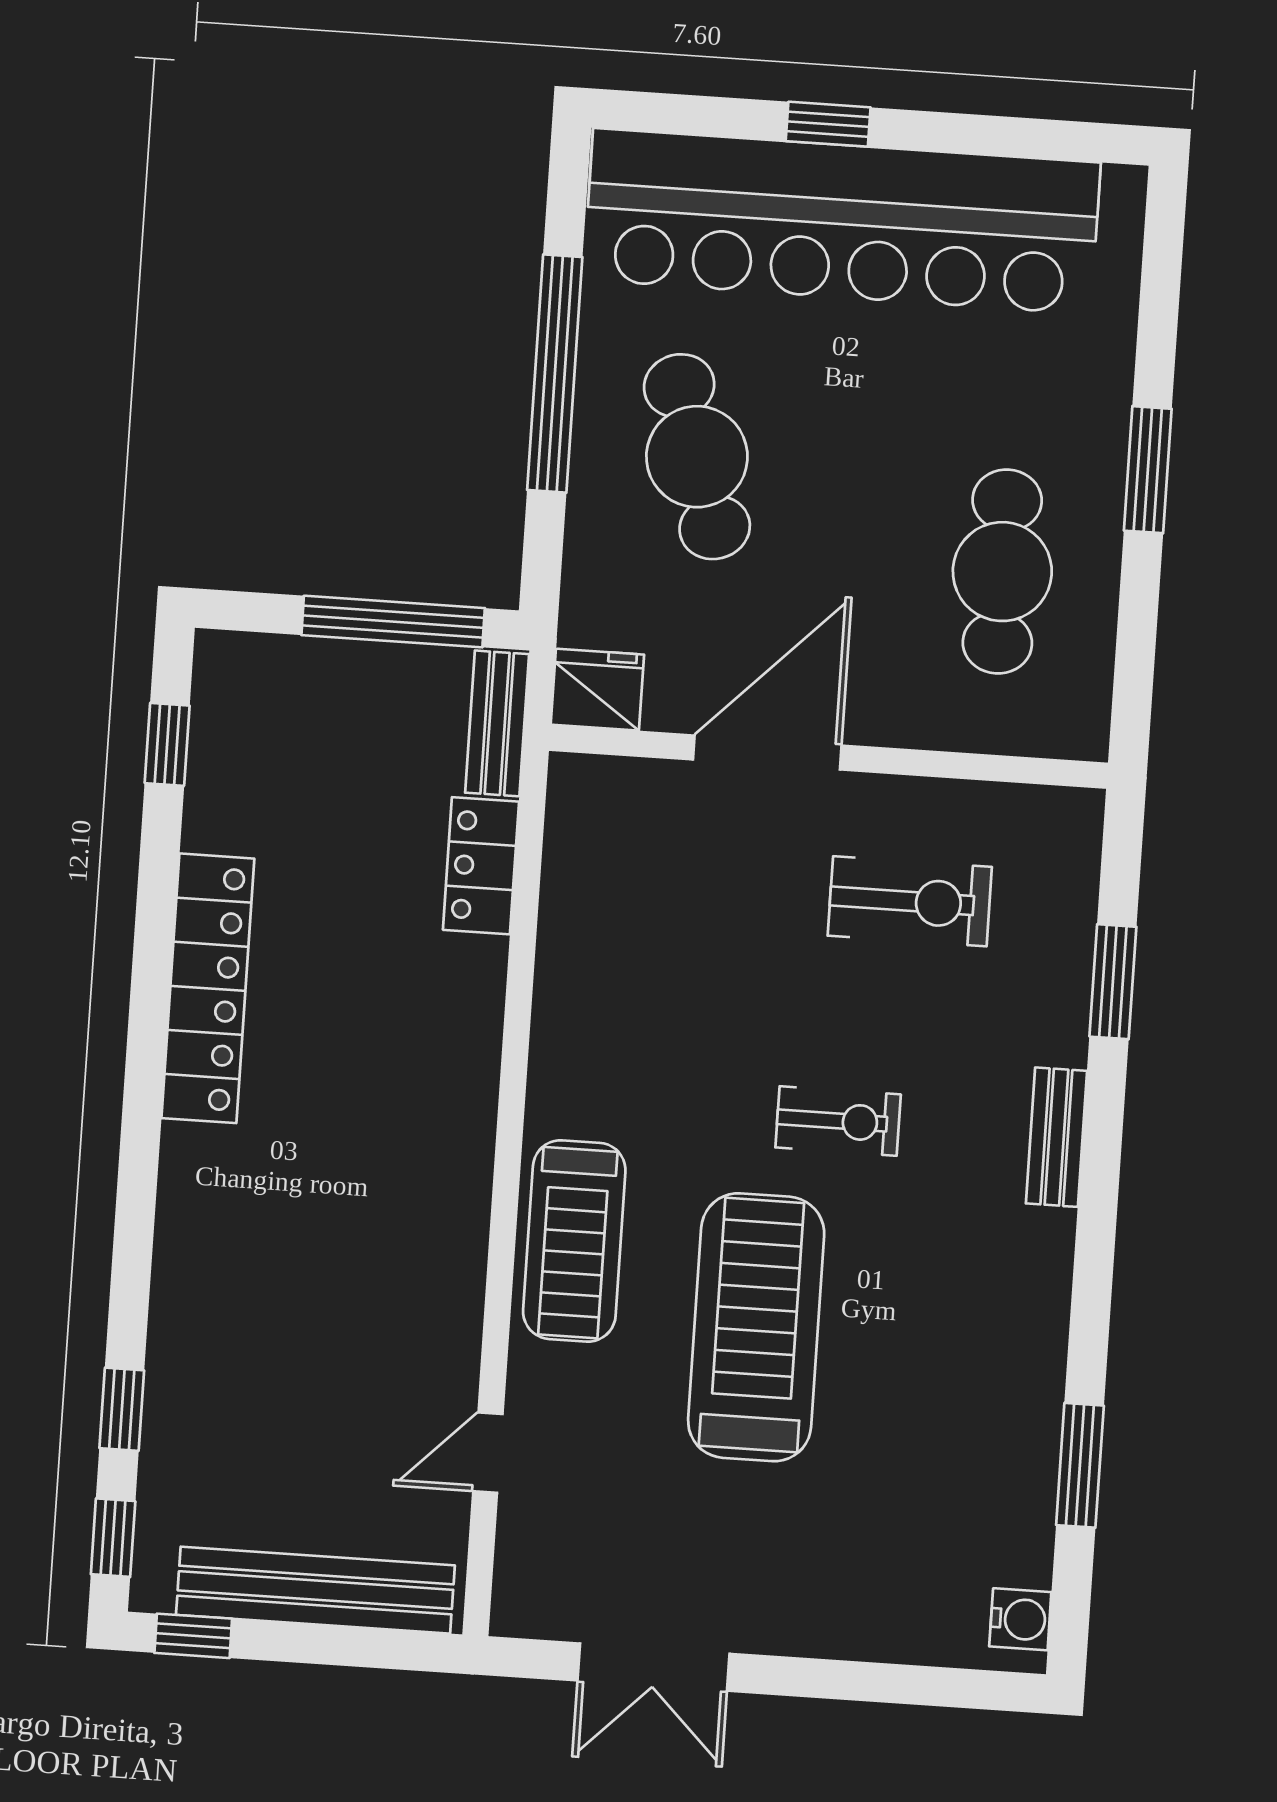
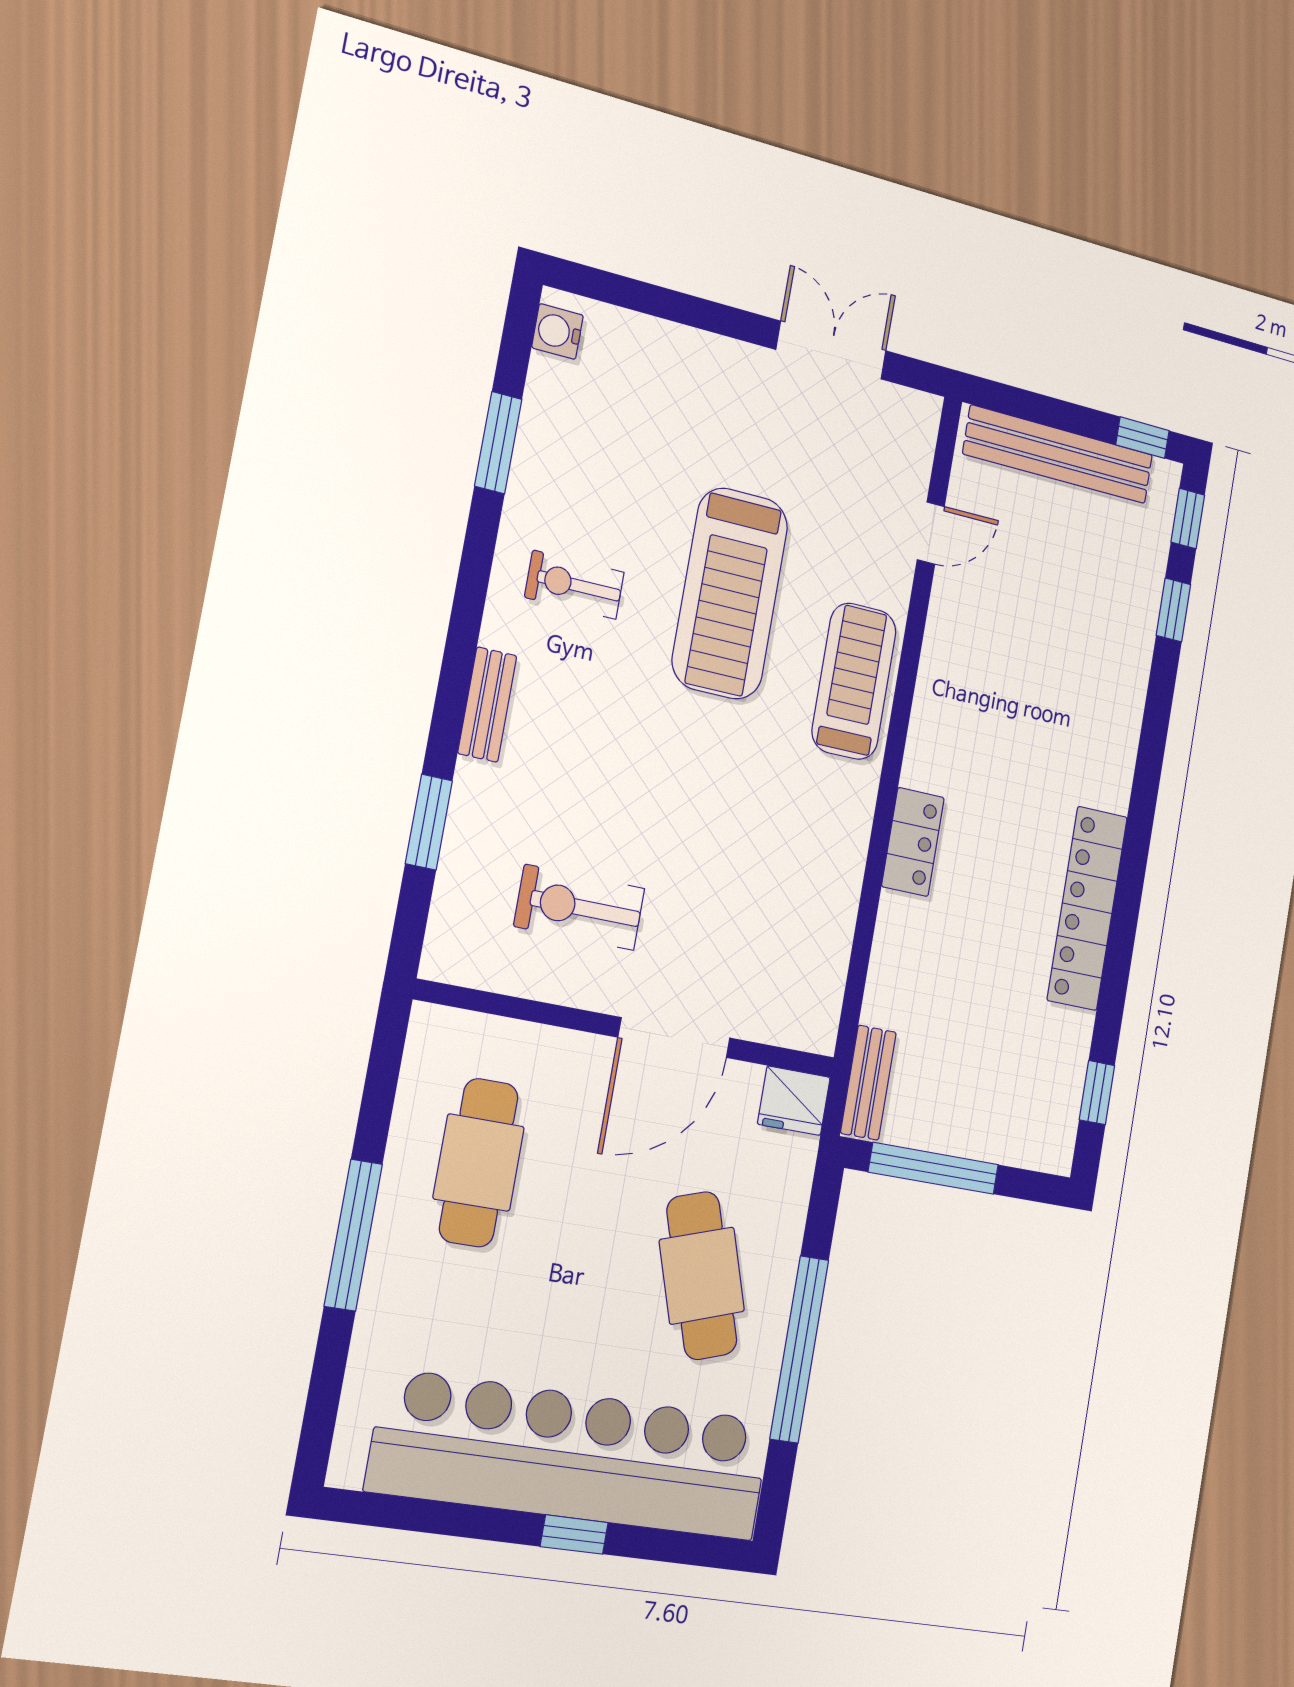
window: (1148, 470) -> (353, 1235), width x1.44
locker: (481, 866) -> (913, 842), moved
exercise bike: (838, 1121) -> (574, 585), moved

